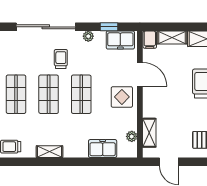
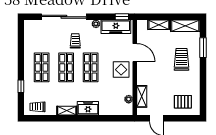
window: (109, 27) -> (122, 17), moved
freezer: (120, 40) -> (116, 27), width x1.40
filing cabinet: (150, 40) -> (142, 26), removed
freezer: (103, 149) -> (88, 108), moved

